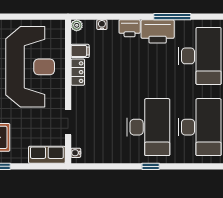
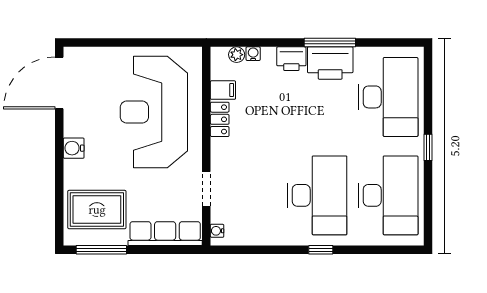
window: (172, 17) -> (330, 43), moved
plant: (77, 25) -> (237, 55), moved
reception desk: (30, 67) -> (154, 112), turned 180
row of seats: (47, 155) -> (165, 234), width x1.48

